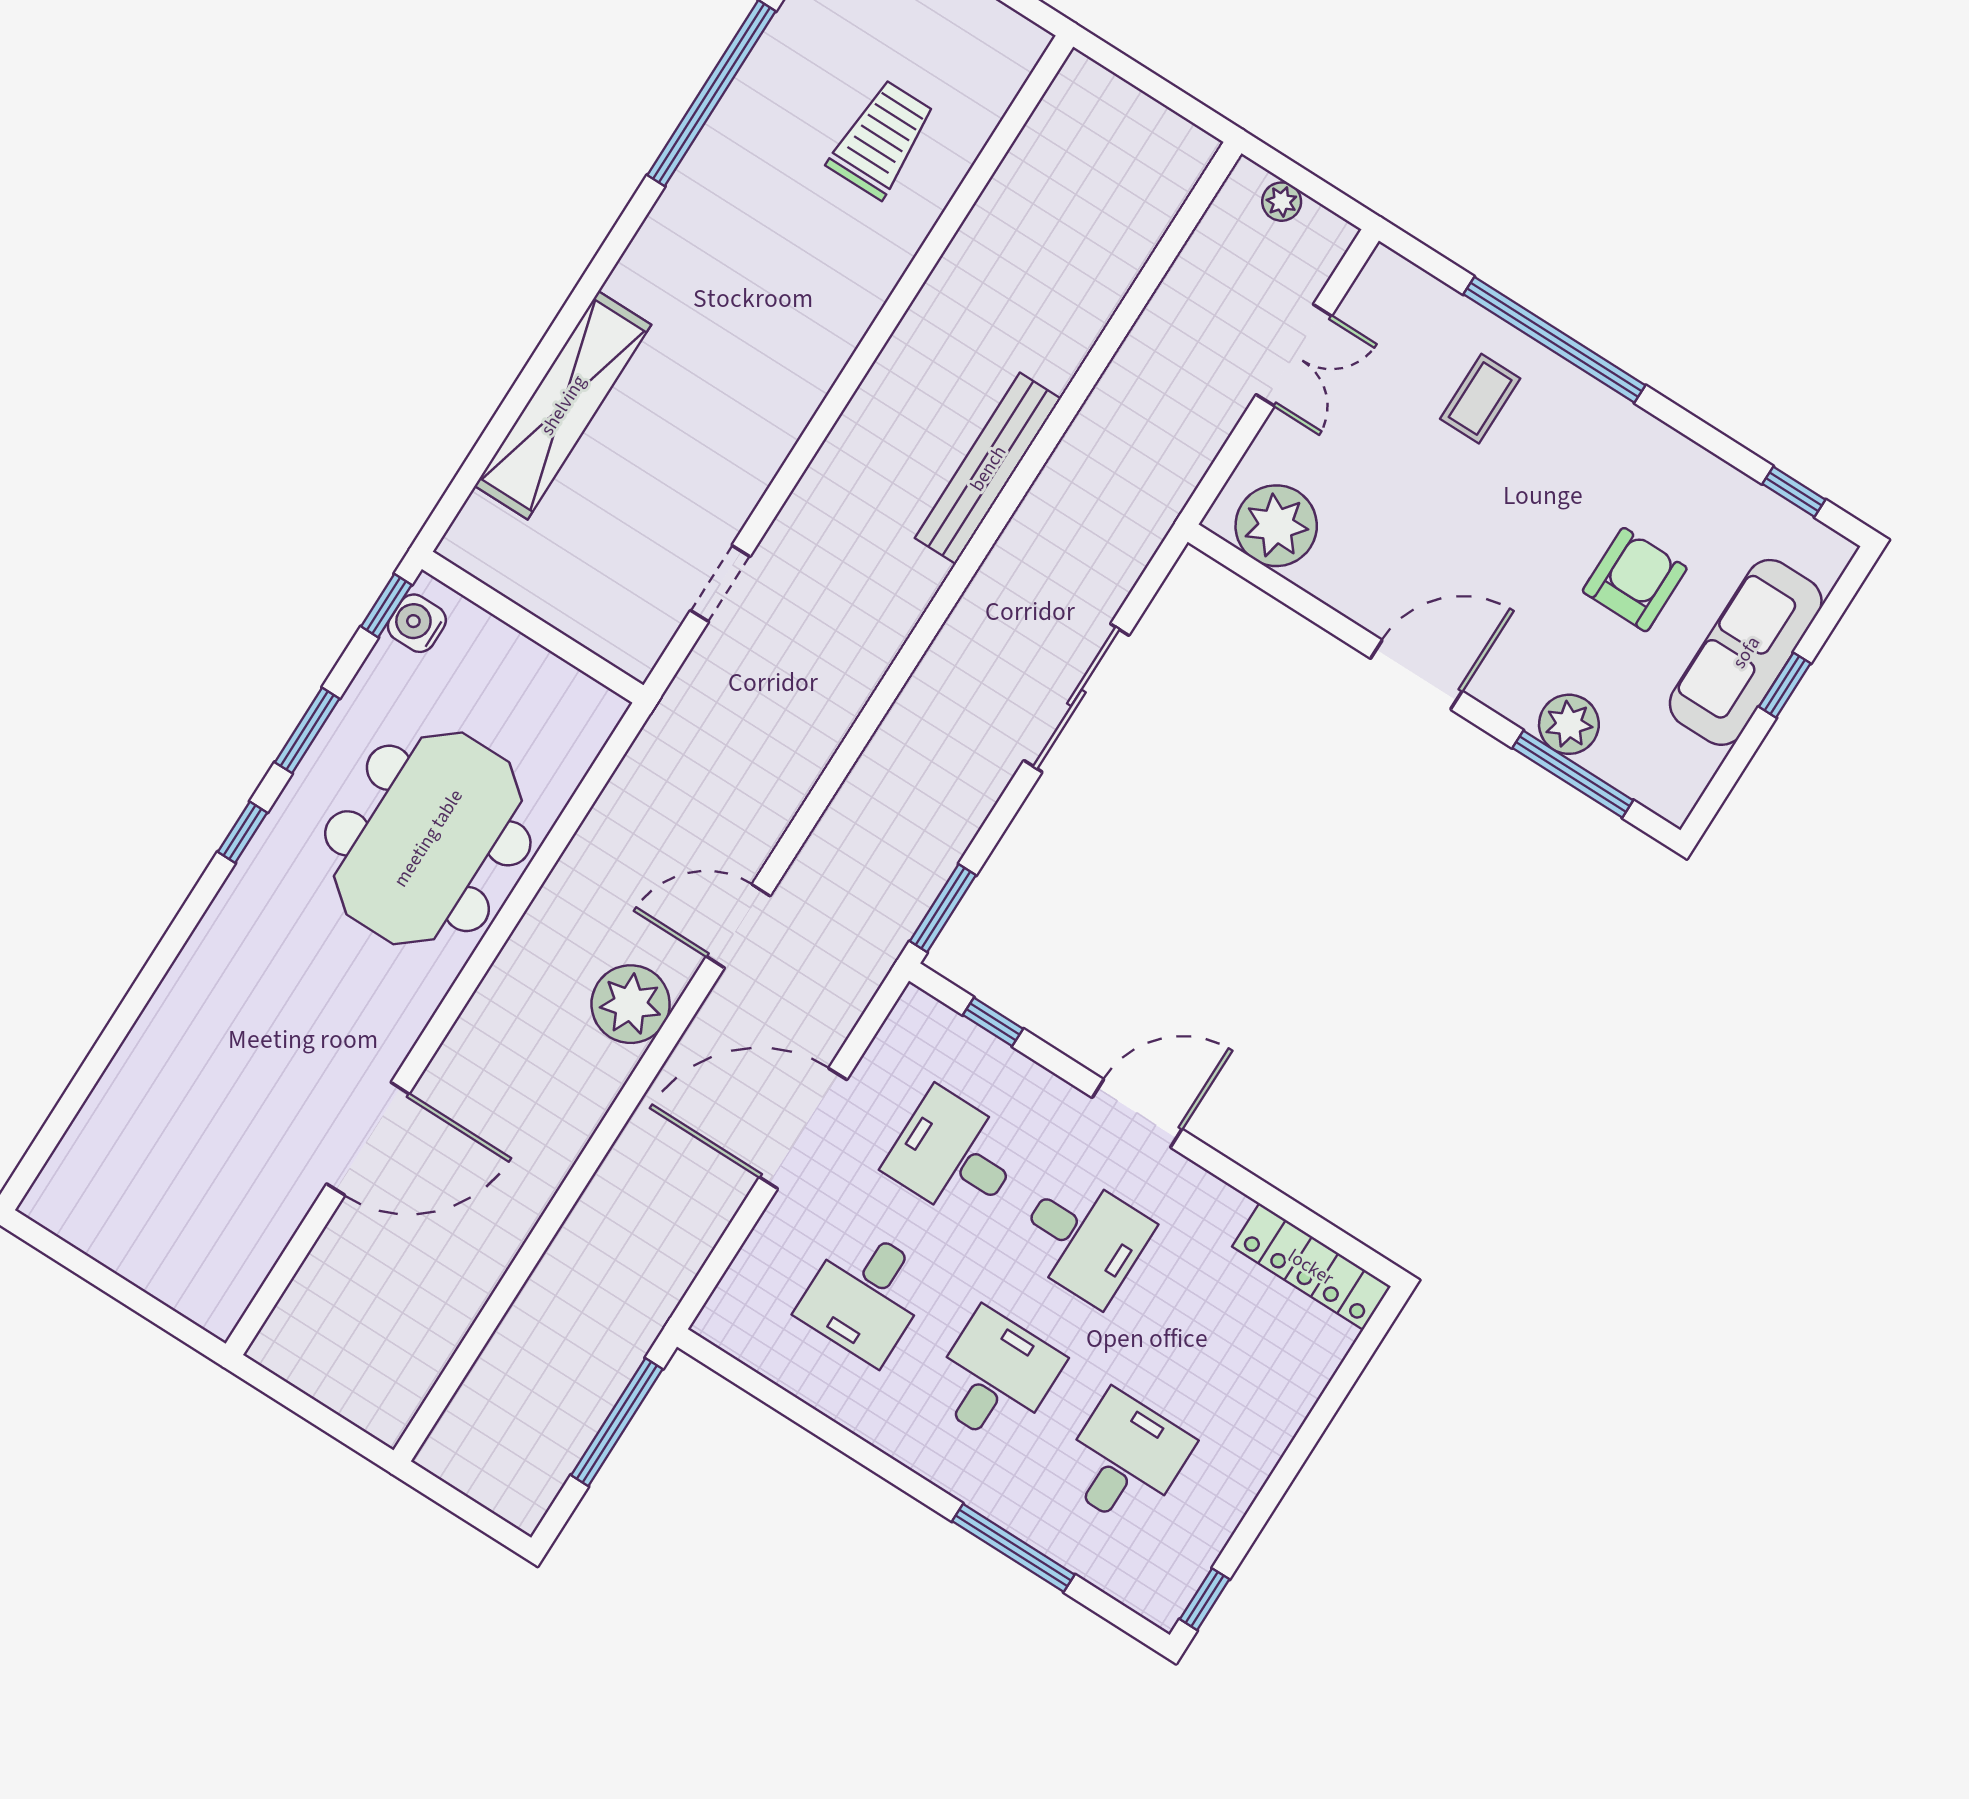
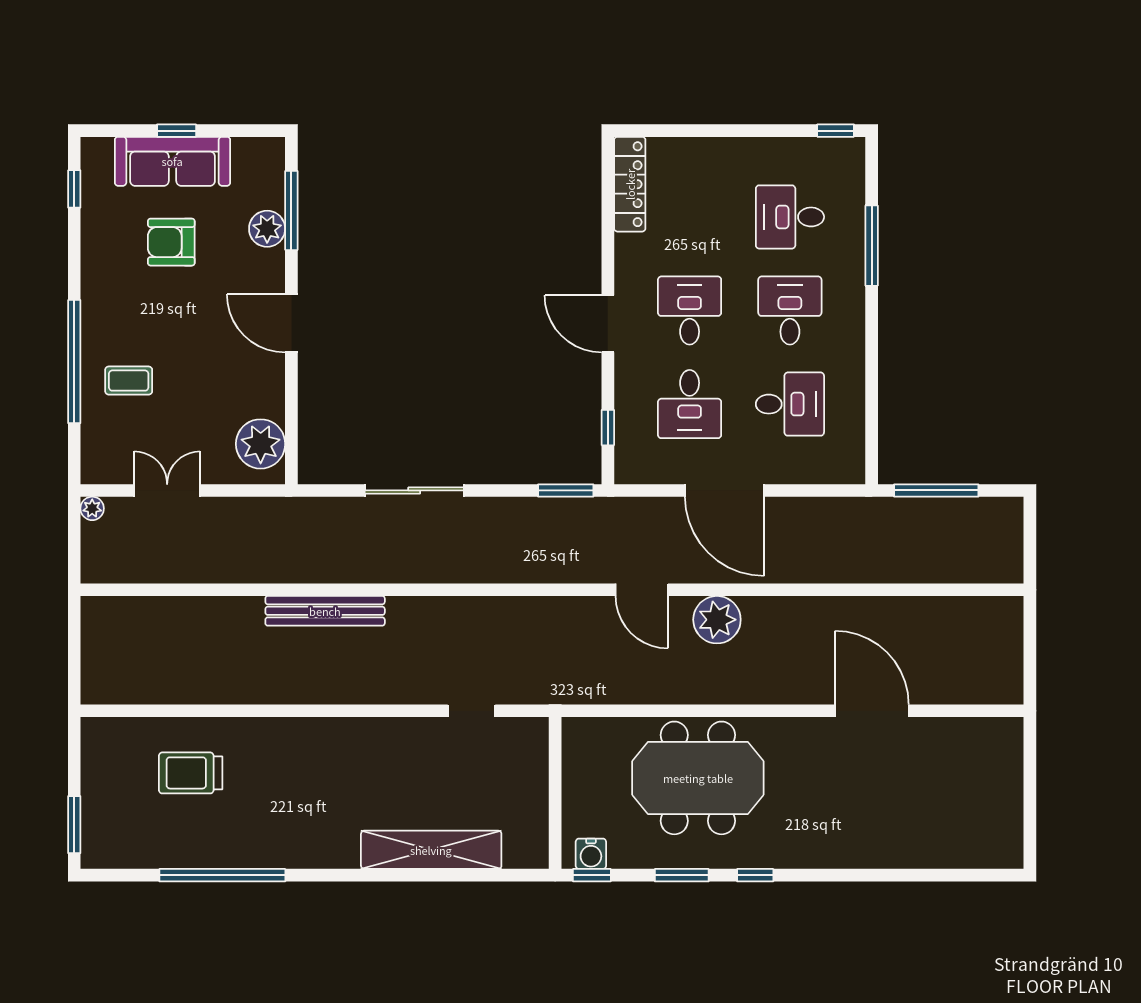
plant: (1282, 202) -> (92, 508), moved
desk: (995, 1377) -> (790, 311), turned 90

